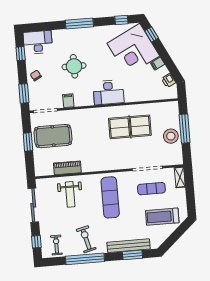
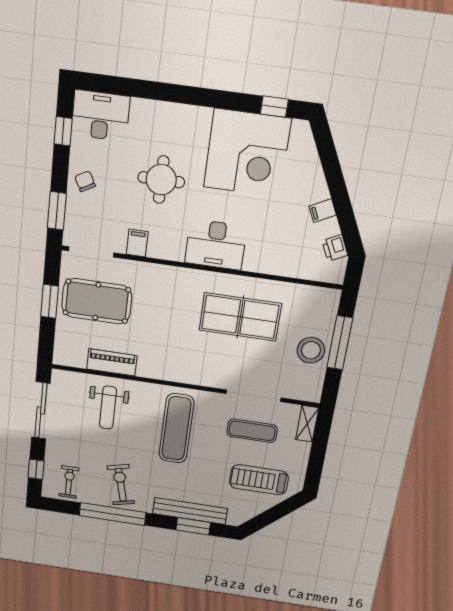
window: (79, 24) -> (189, 95), removed
window: (152, 34) -> (327, 150), removed
corner desk: (133, 50) -> (247, 153), moved, turned -63

